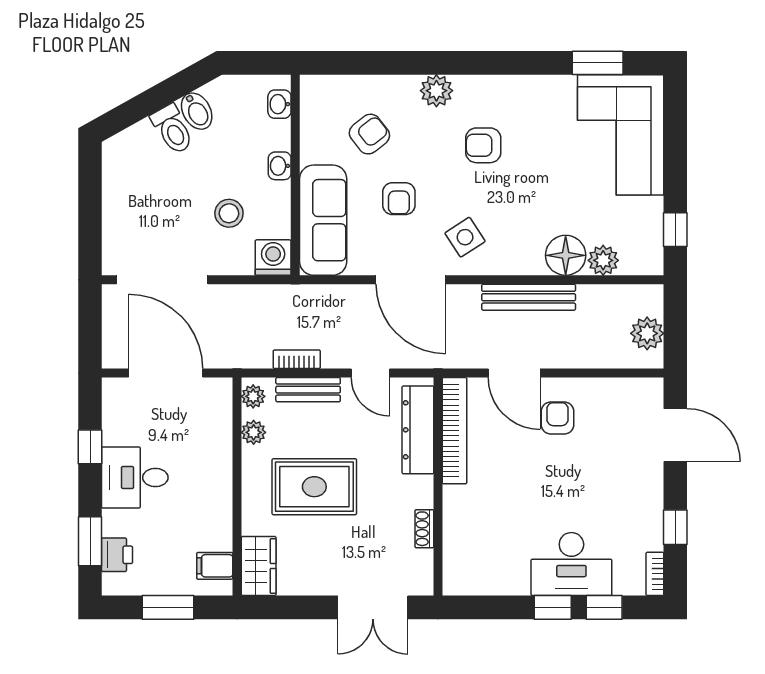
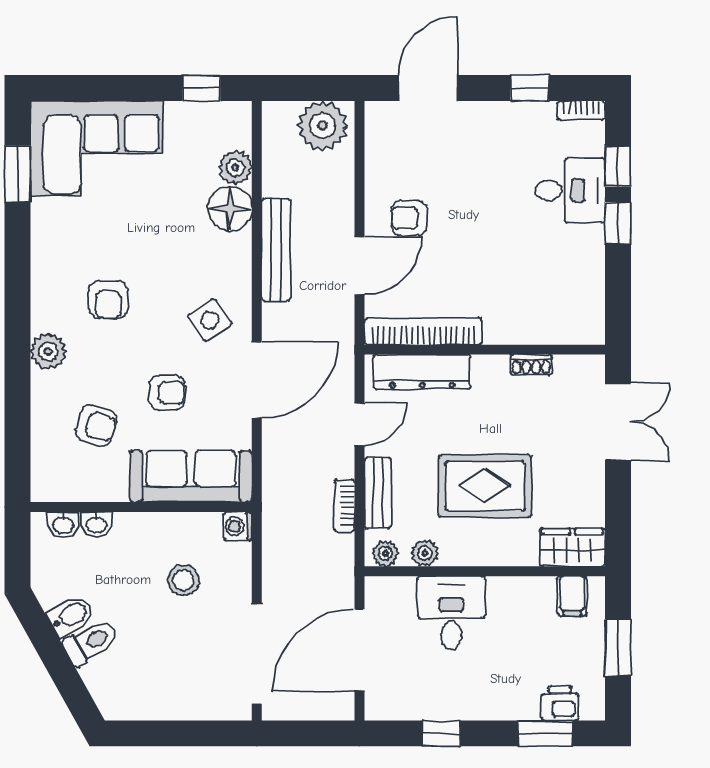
armchair: (369, 134) -> (96, 425), turned 145
washbasin: (280, 166) -> (97, 524), moved
washing machine: (273, 258) -> (238, 526), width x0.73, depth x0.73
plant: (647, 333) -> (322, 126), width x1.36, depth x1.36
desk: (135, 477) -> (451, 613), moved, turned 180
rug: (314, 487) -> (485, 486), turned 90
desk: (571, 564) -> (570, 190), width x0.73

